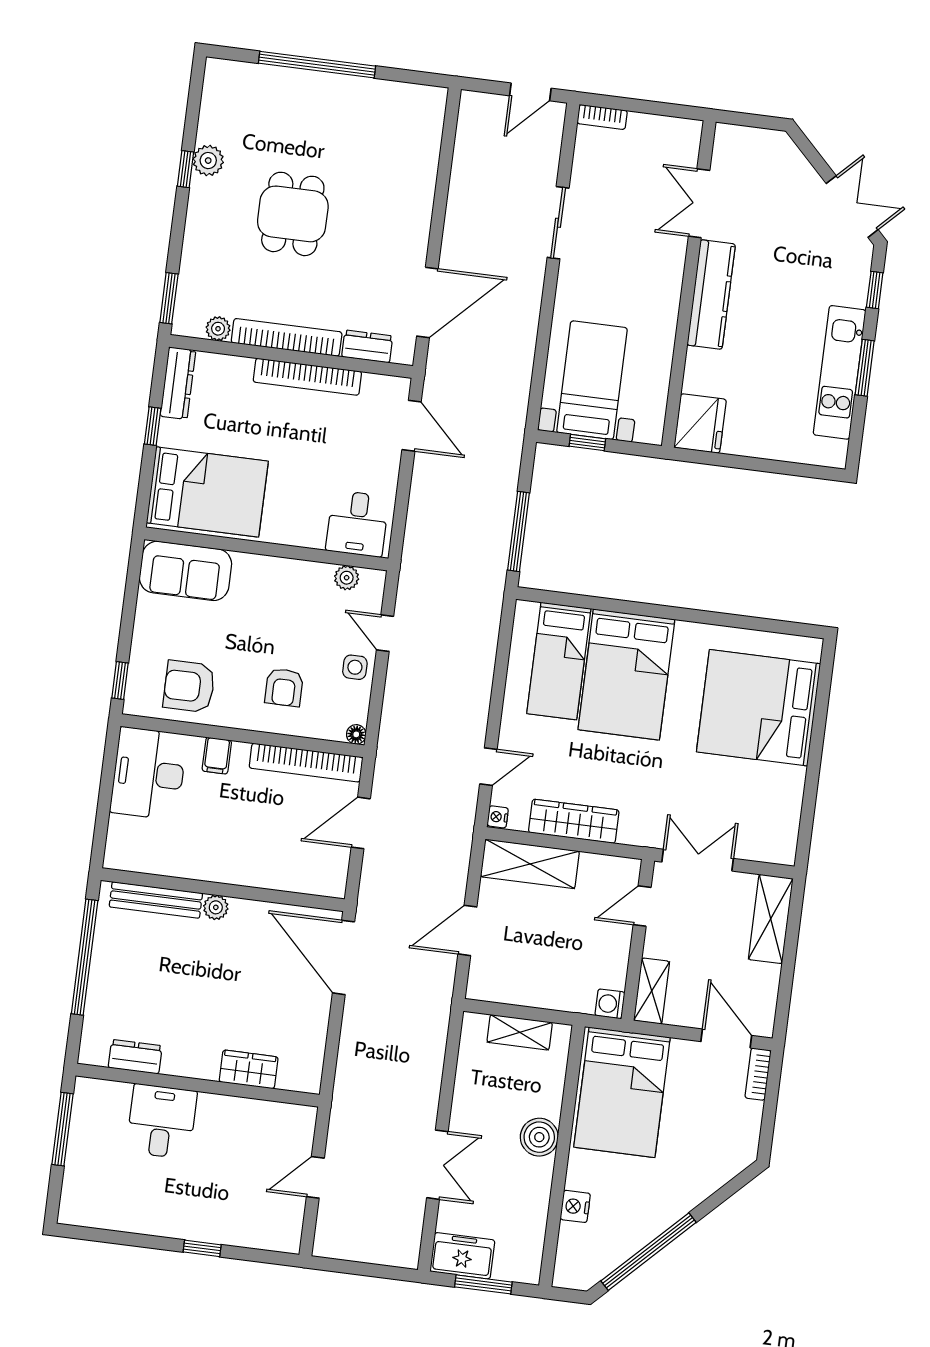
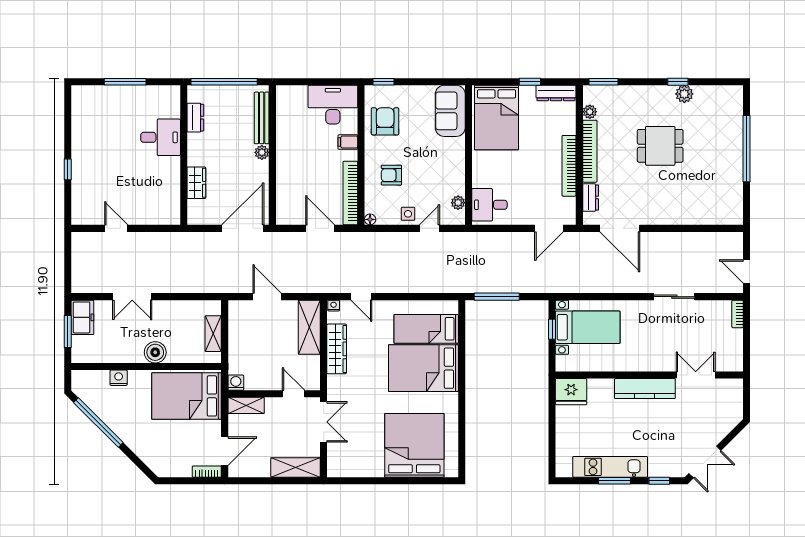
dresser: (135, 1057) -> (195, 118), moved
wardrobe: (249, 1069) -> (196, 183), moved
wall: (198, 1085) -> (184, 155), moved
desk: (162, 1121) -> (161, 137), moved

